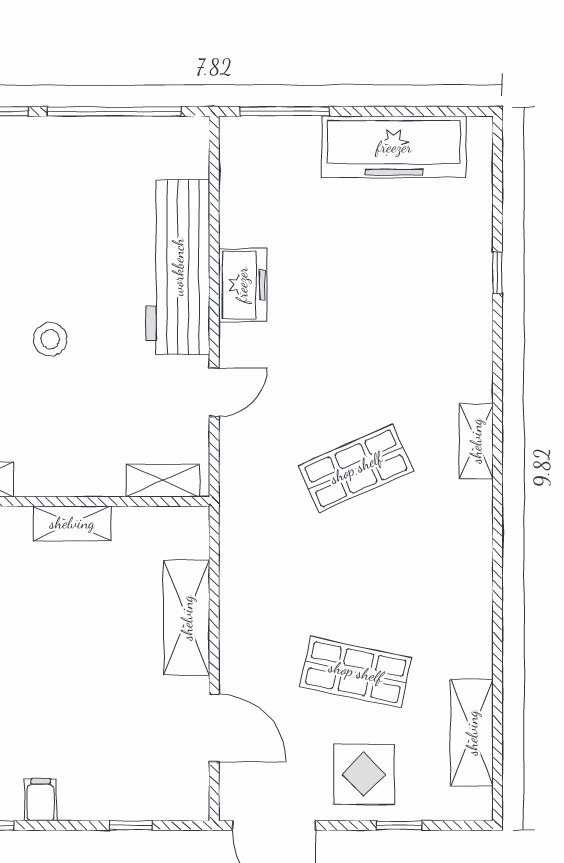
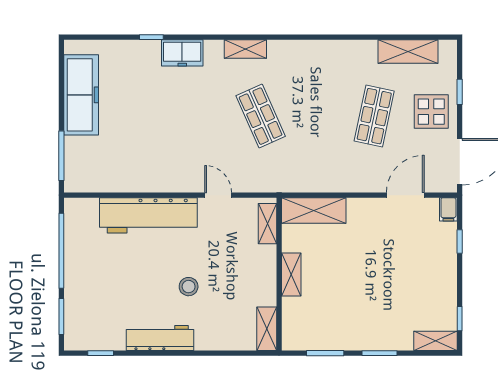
freezer: (242, 285) -> (182, 53), moved, turned 180
shelving: (187, 618) -> (314, 210), moved
filing cabinet: (41, 800) -> (448, 209), moved, turned -90

